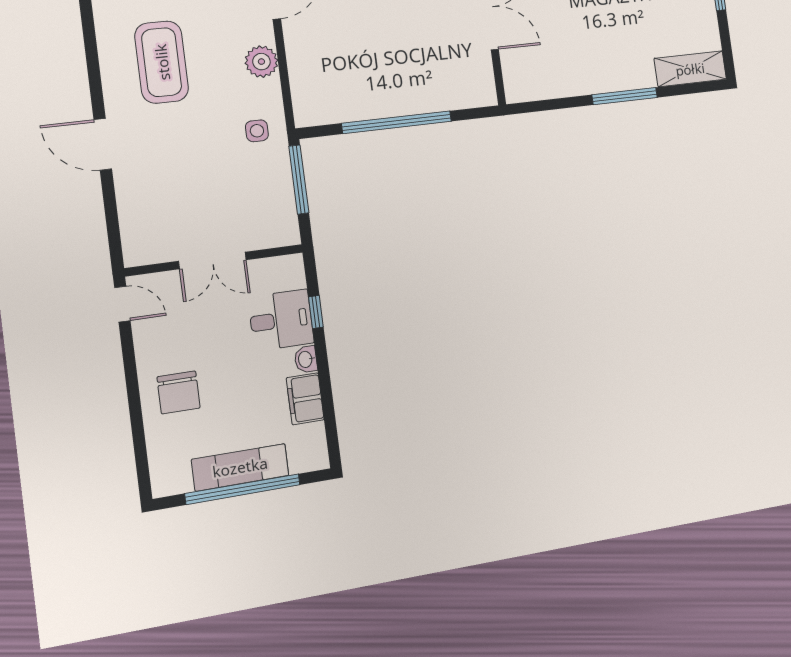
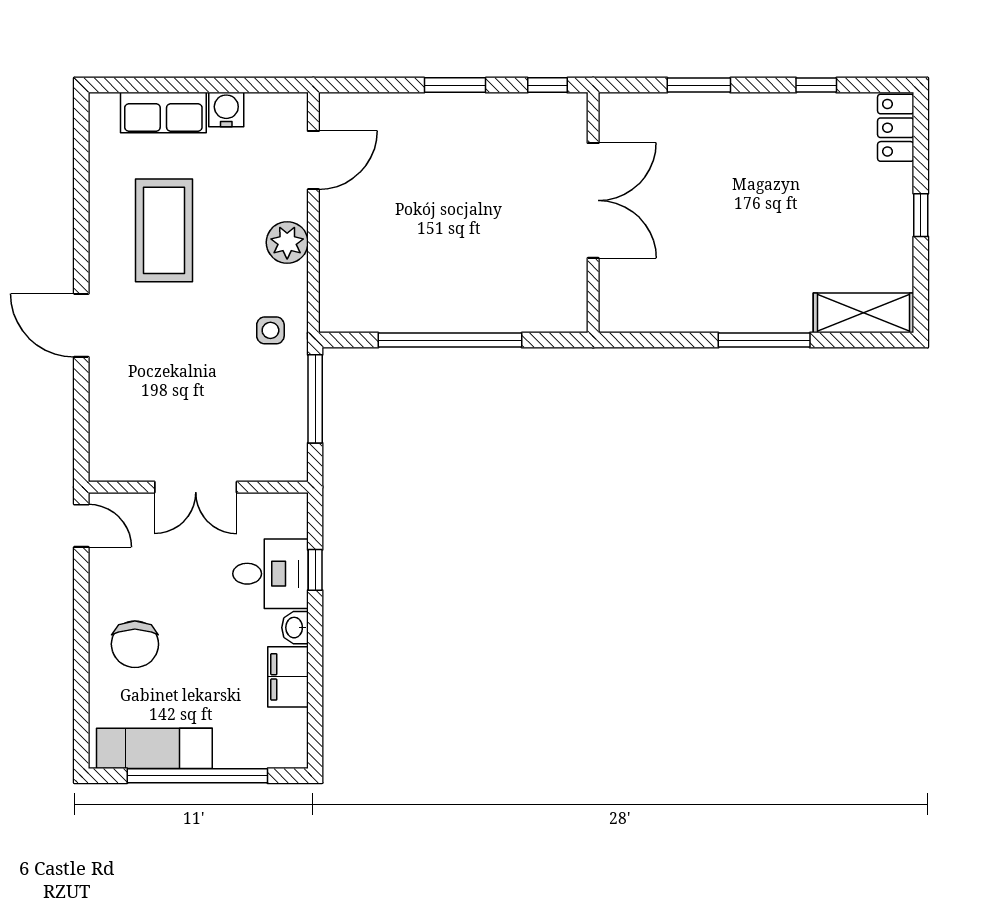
exam couch: (240, 467) -> (154, 748), moved

